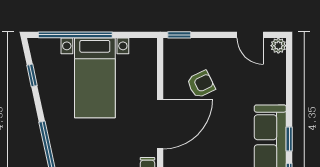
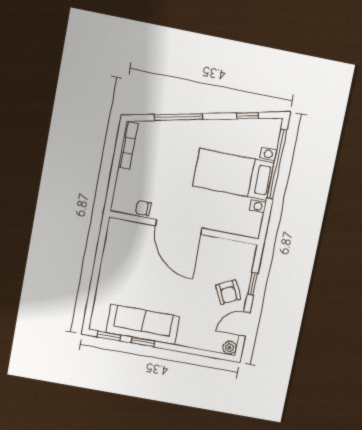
window: (179, 35) -> (253, 284), moved
armchair: (201, 84) -> (228, 292), moved

